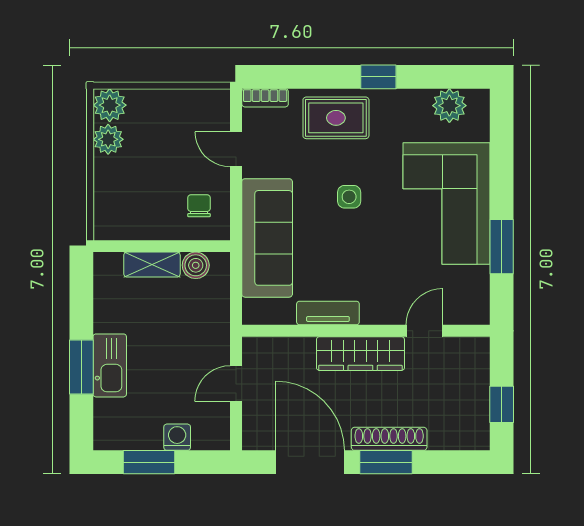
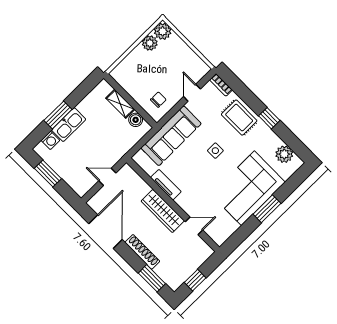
window: (502, 247) -> (267, 209), moved
washing machine: (177, 437) -> (50, 140), moved, turned 90
window: (386, 462) -> (152, 278), moved

